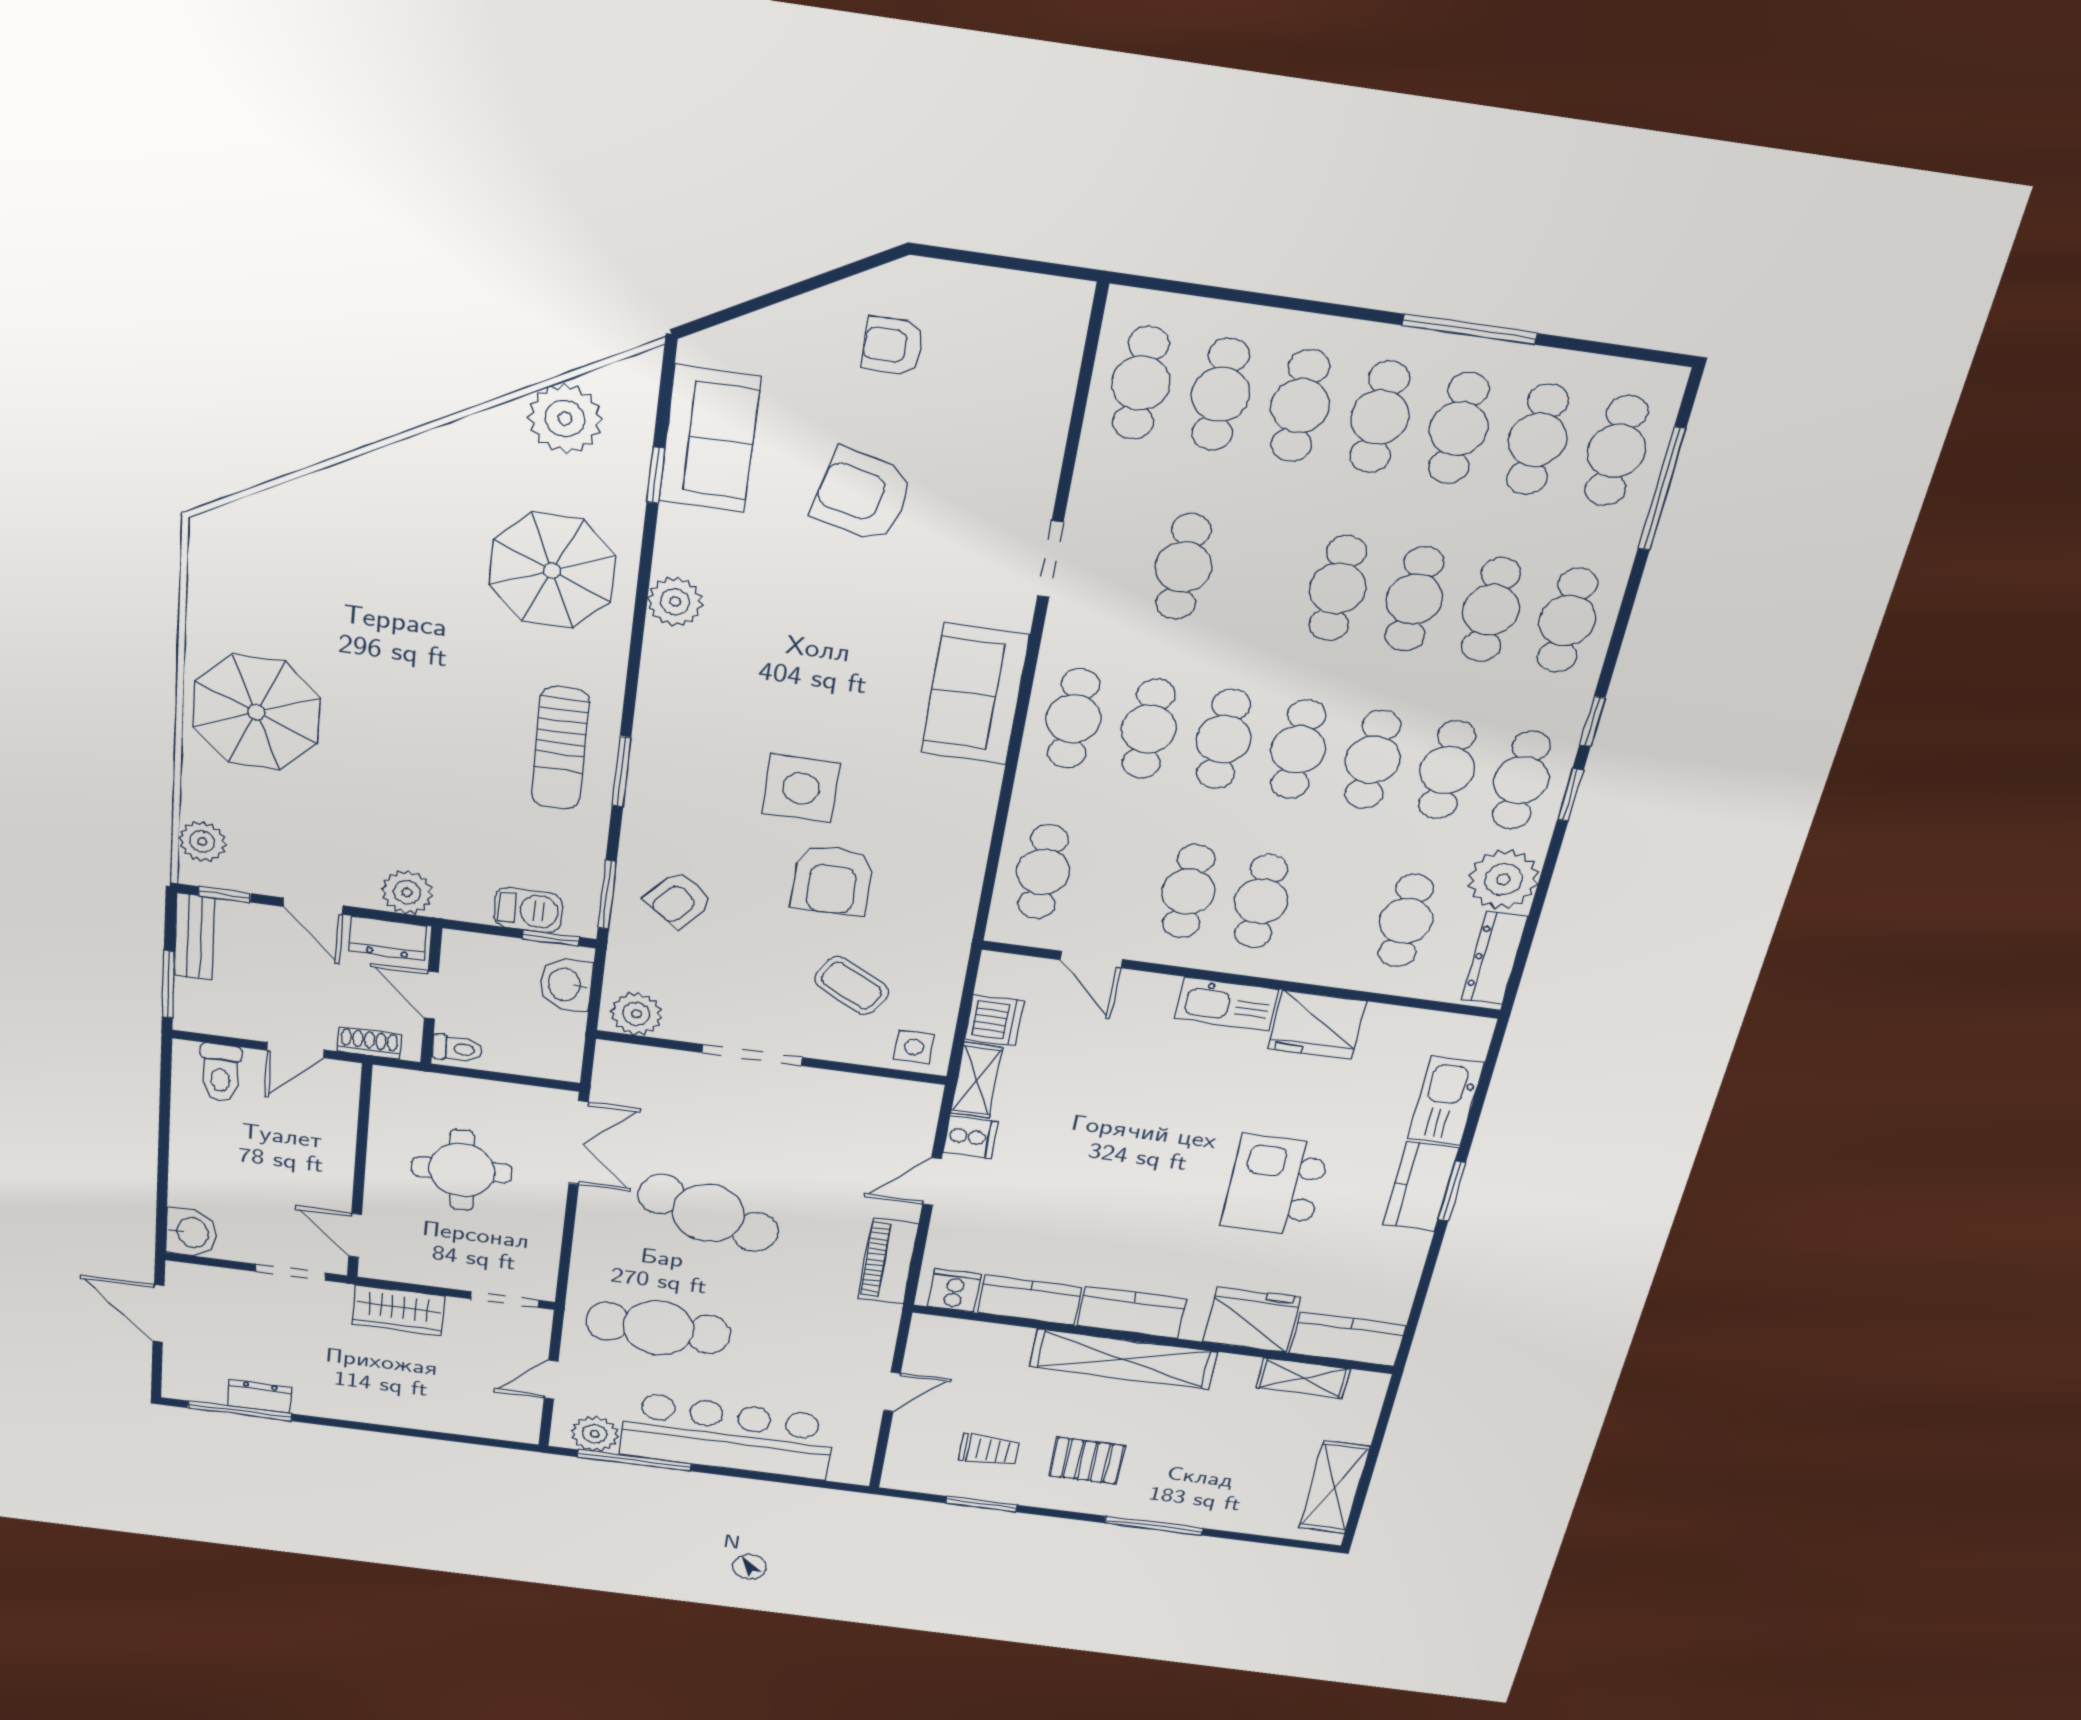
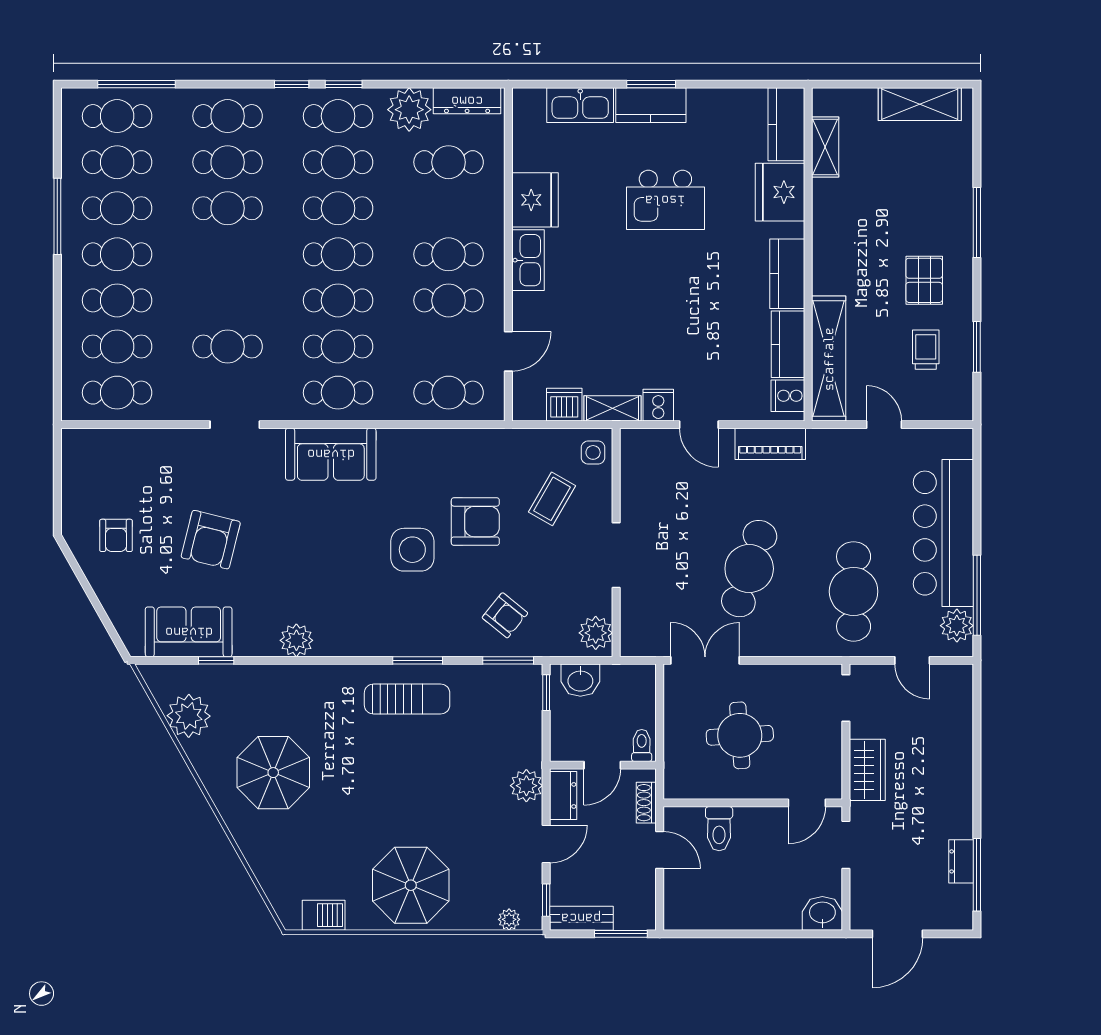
parasol: (552, 571) -> (273, 773), moved
cafe table: (1338, 588) -> (228, 254), removed
plant: (202, 842) -> (509, 919), width x0.73, depth x0.73
barbecue: (528, 910) -> (324, 915), moved, turned 90
toilet: (221, 1072) -> (719, 829), moved, turned 90
shelving: (1123, 1359) -> (829, 359), moved

